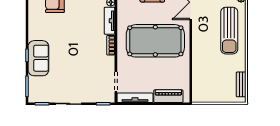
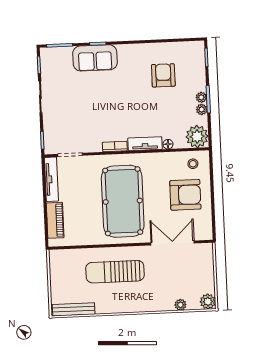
sun lounger: (229, 31) -> (115, 272), moved
bench: (241, 84) -> (74, 309), width x1.36

